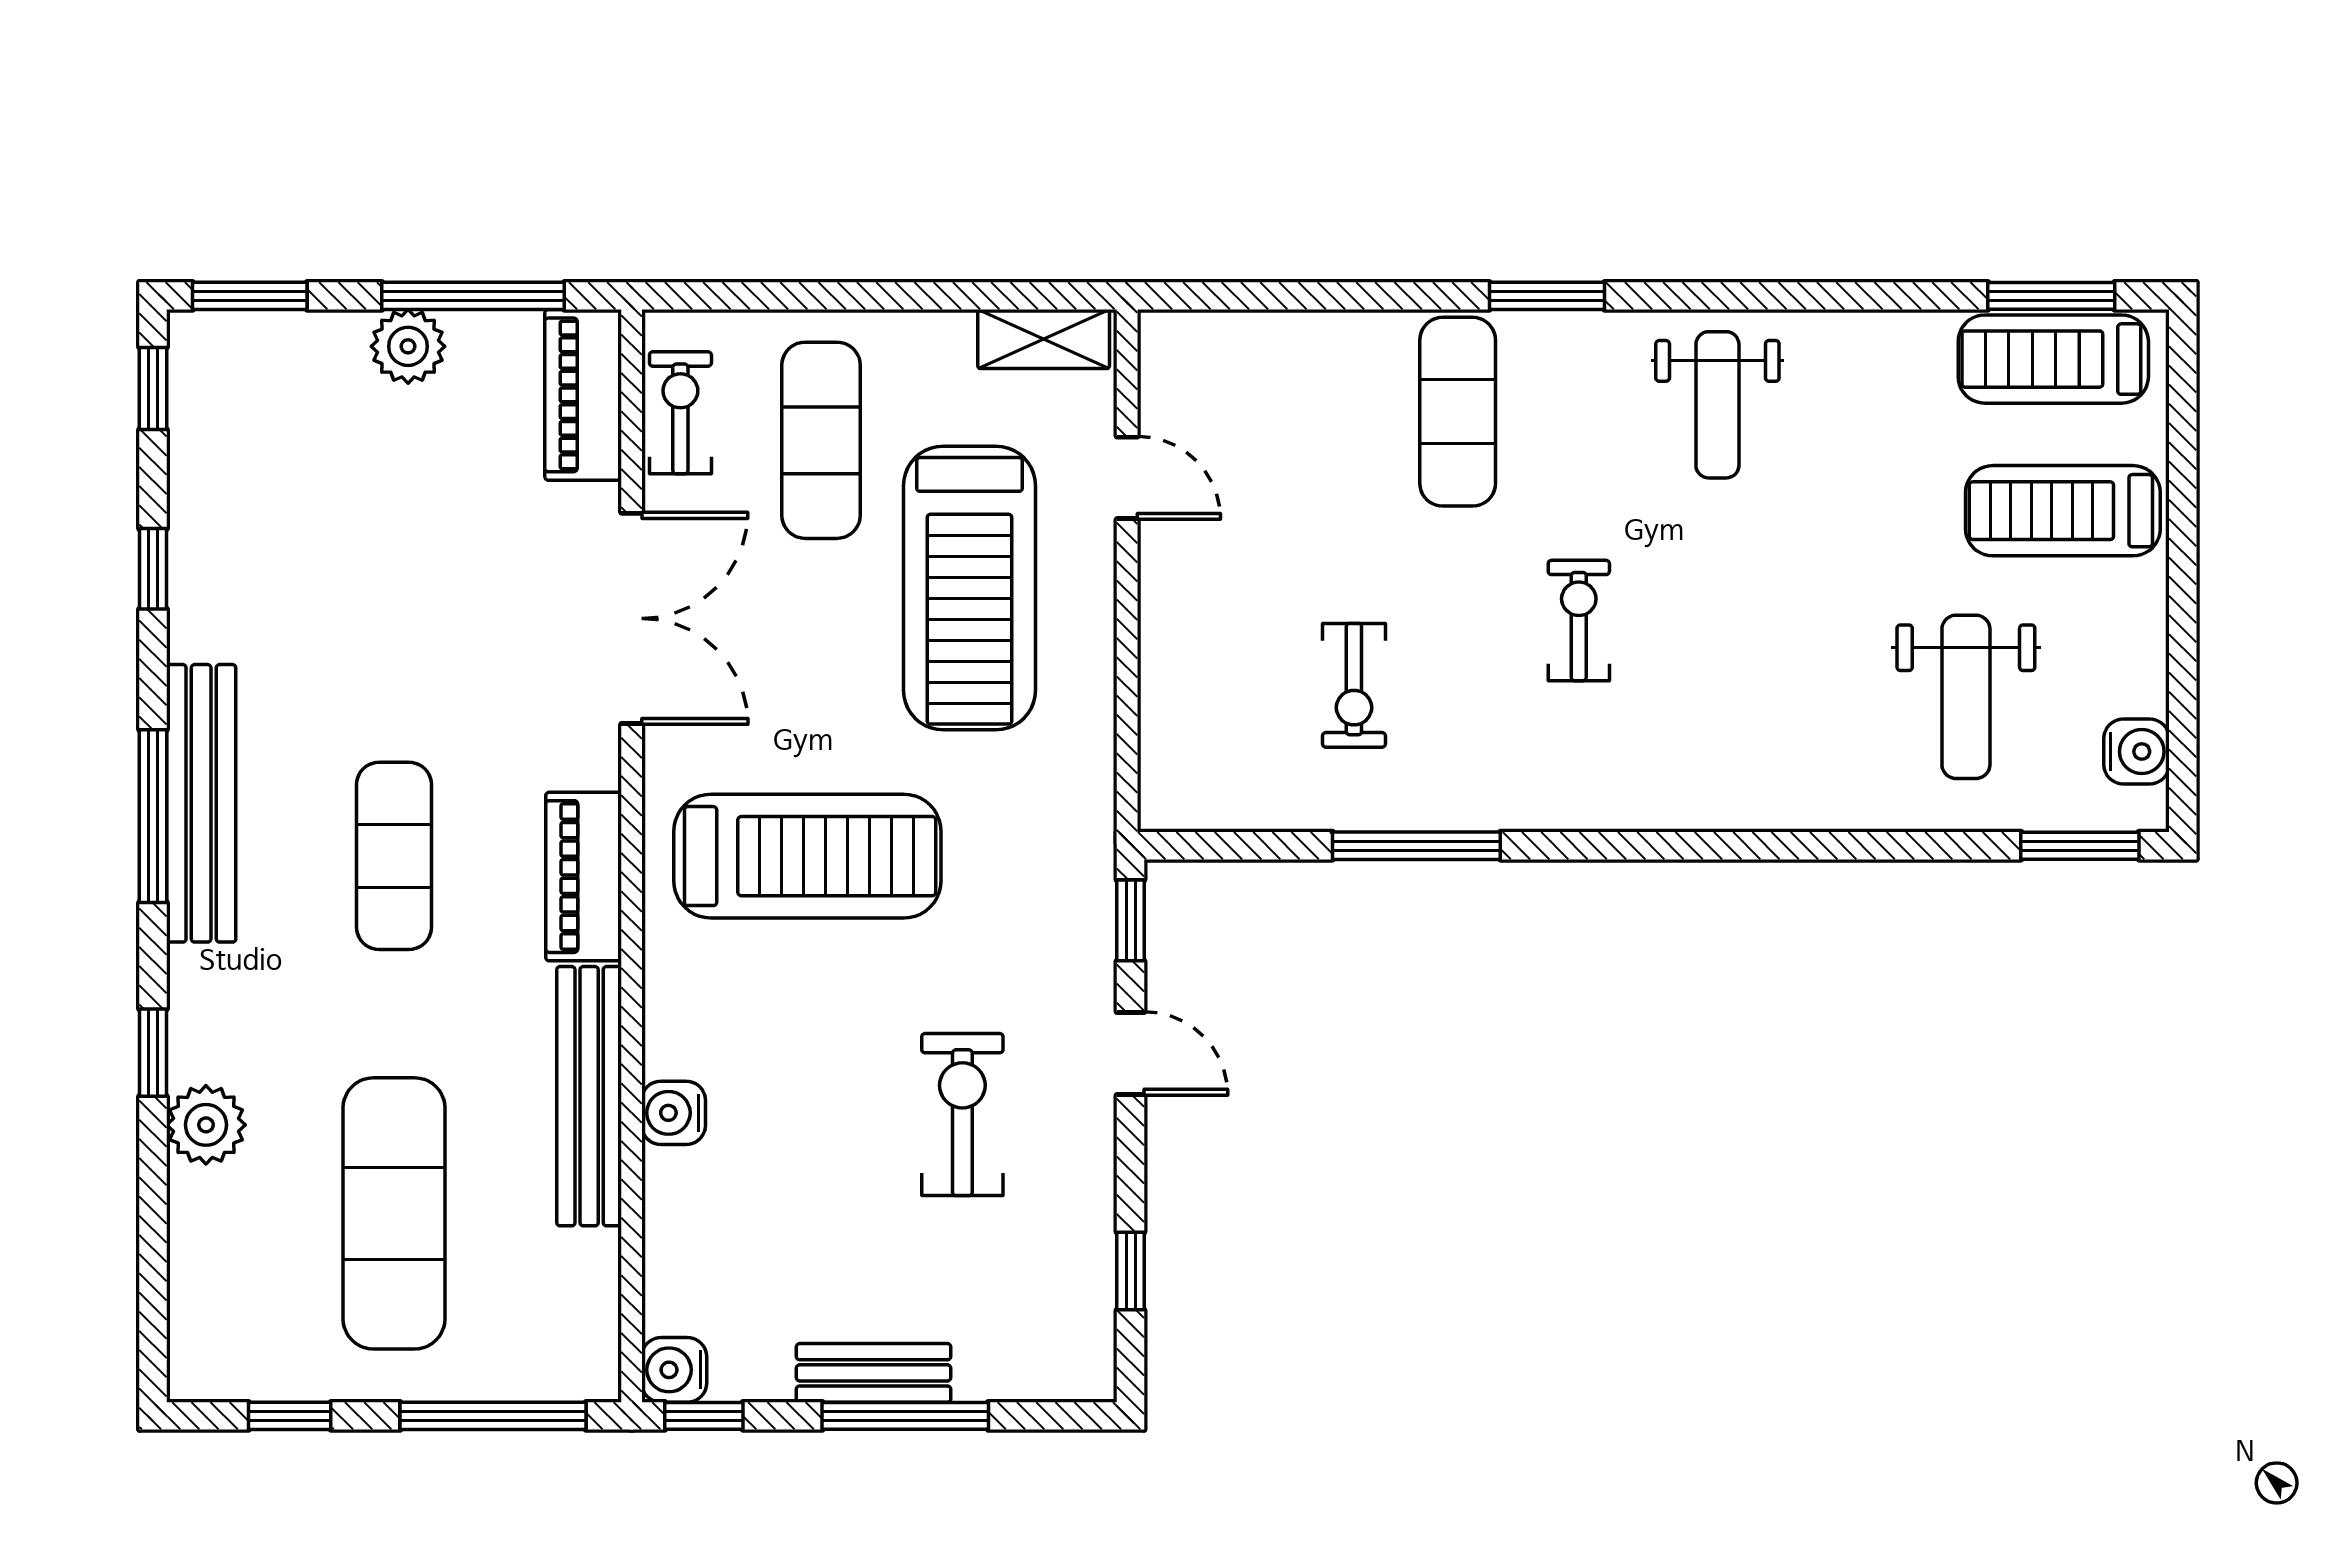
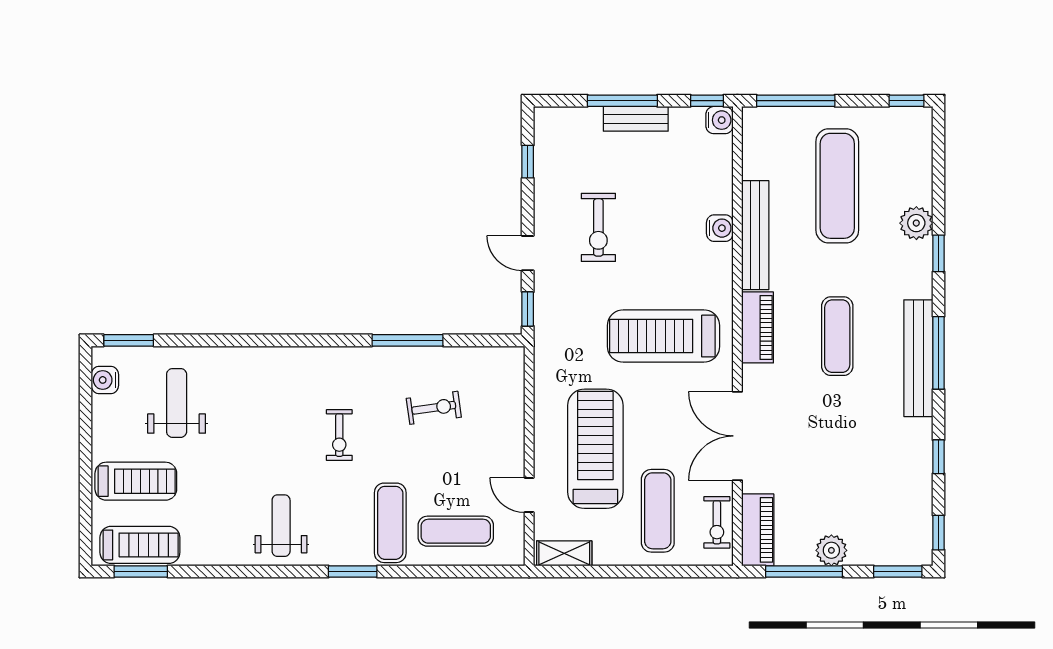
exercise mat: (1302, 392) -> (456, 531), added
exercise bike: (1354, 685) -> (434, 408), turned 82
window: (290, 1416) -> (906, 101), moved

